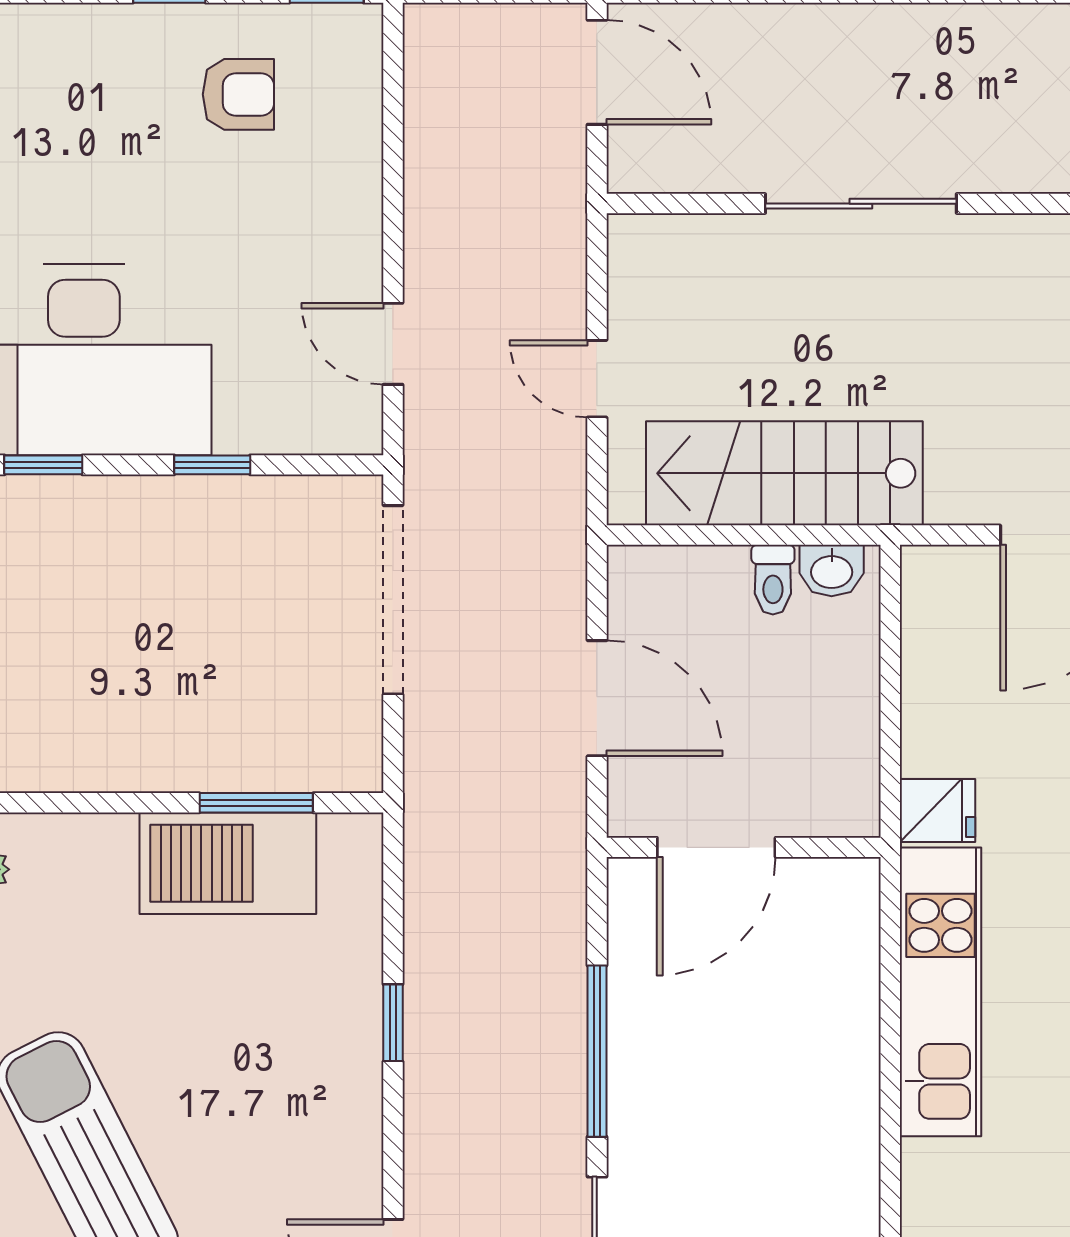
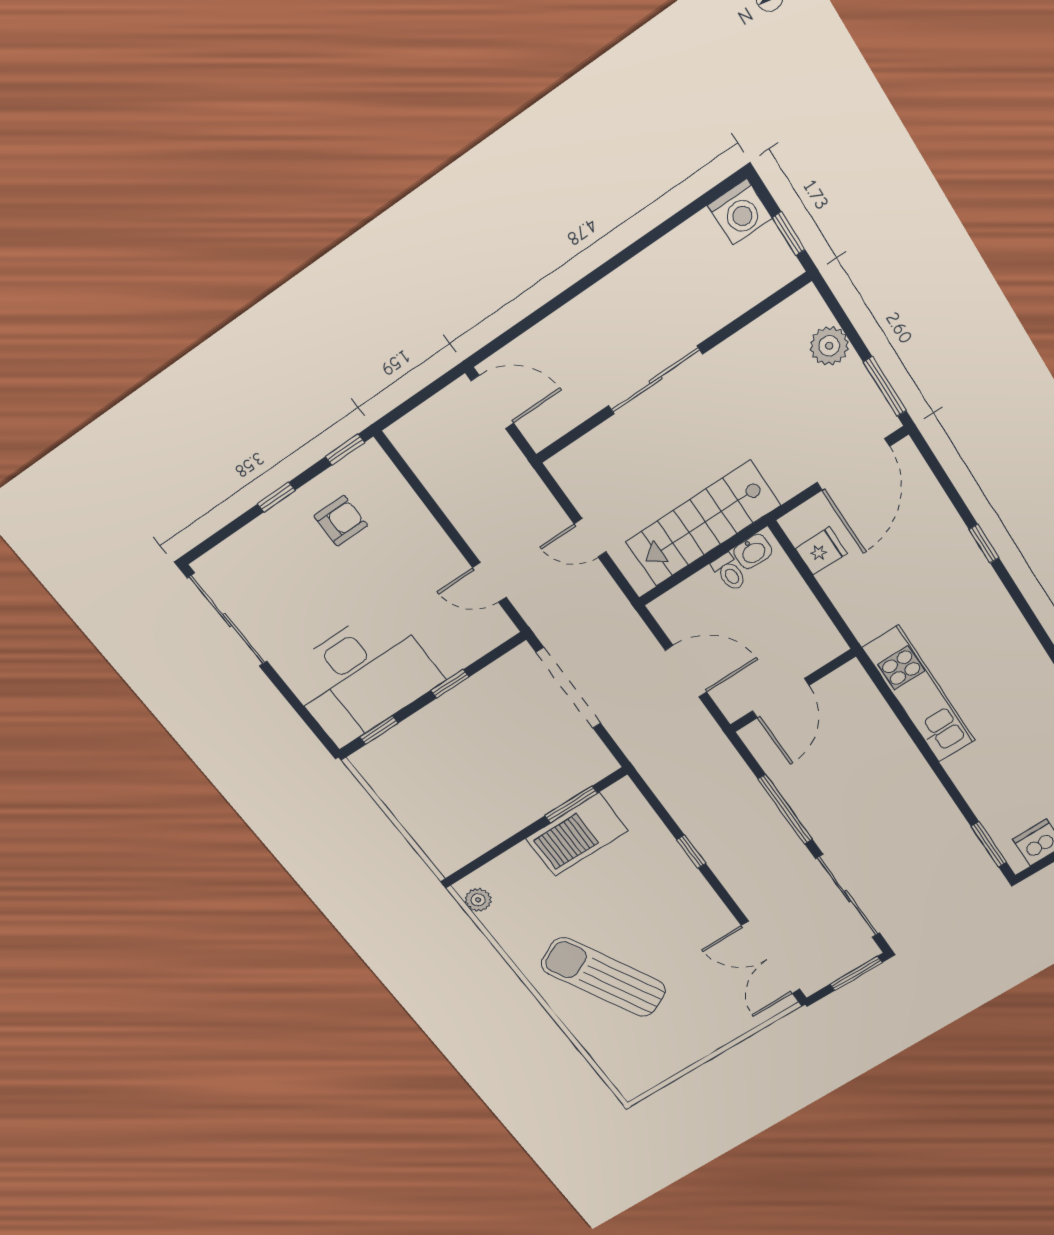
fridge: (938, 811) -> (821, 551), moved

